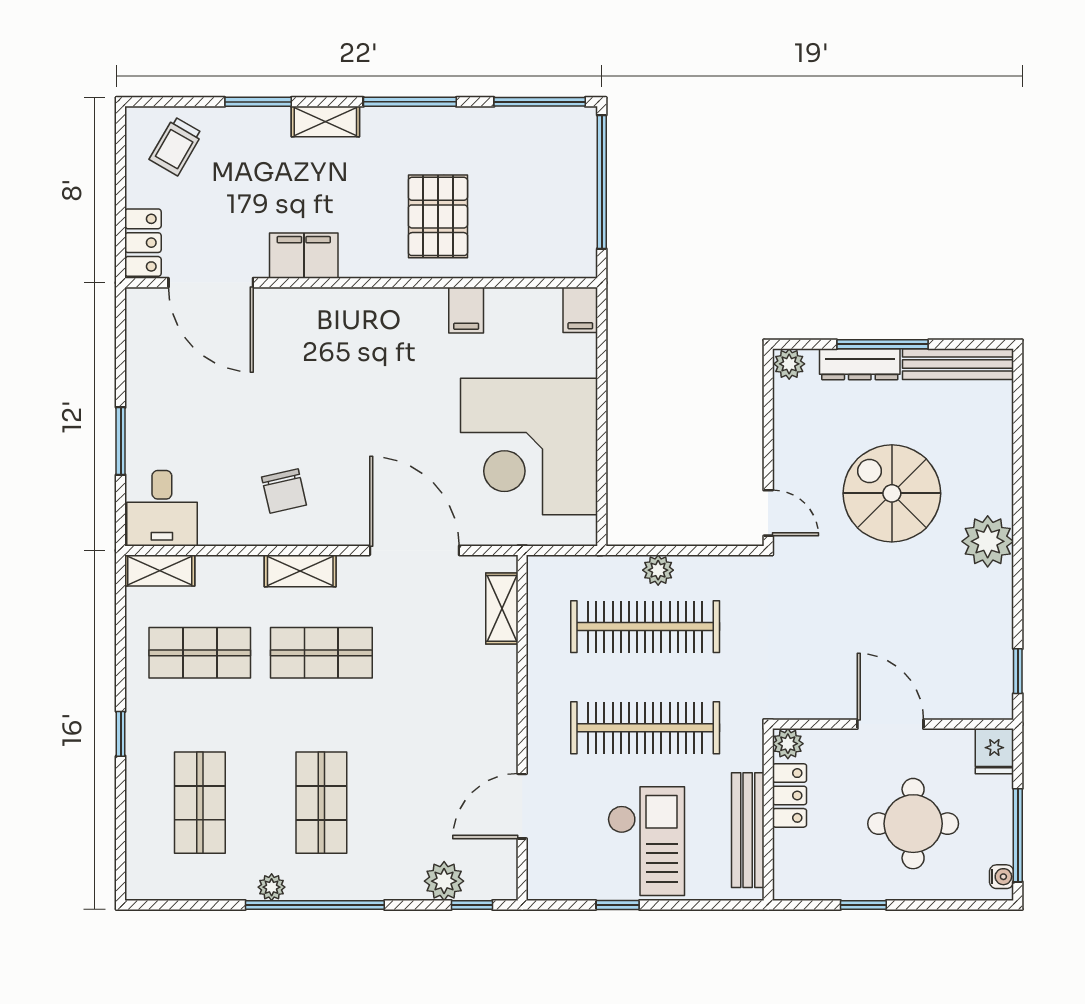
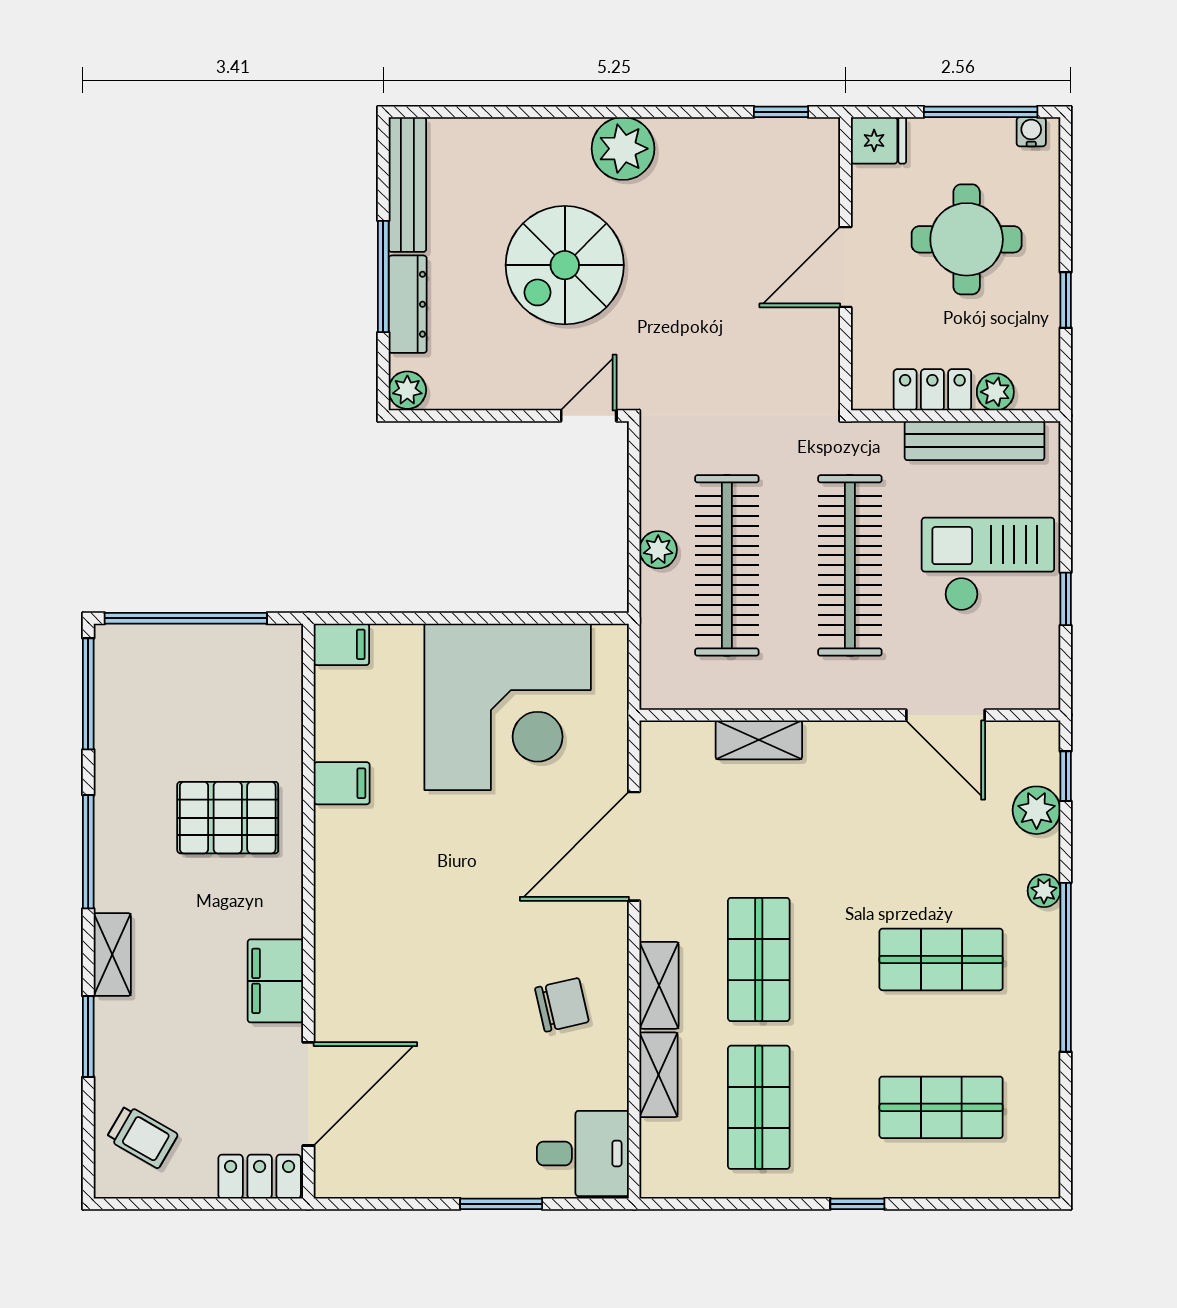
shelving: (160, 570) -> (659, 1075), moved
shelving: (502, 608) -> (759, 740), moved
plant: (788, 744) -> (995, 392), moved
plant: (272, 887) -> (1044, 891), moved

